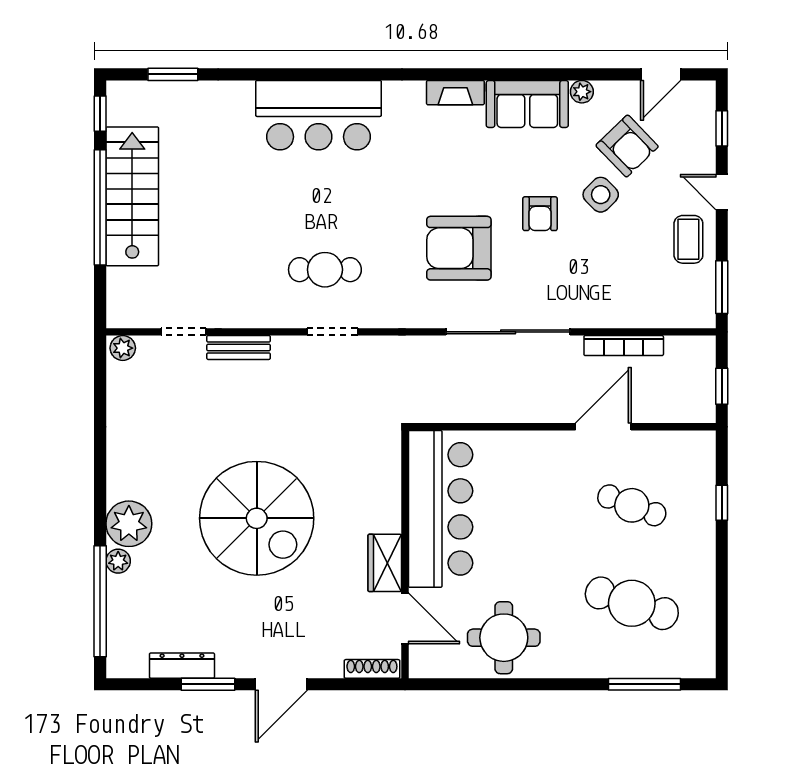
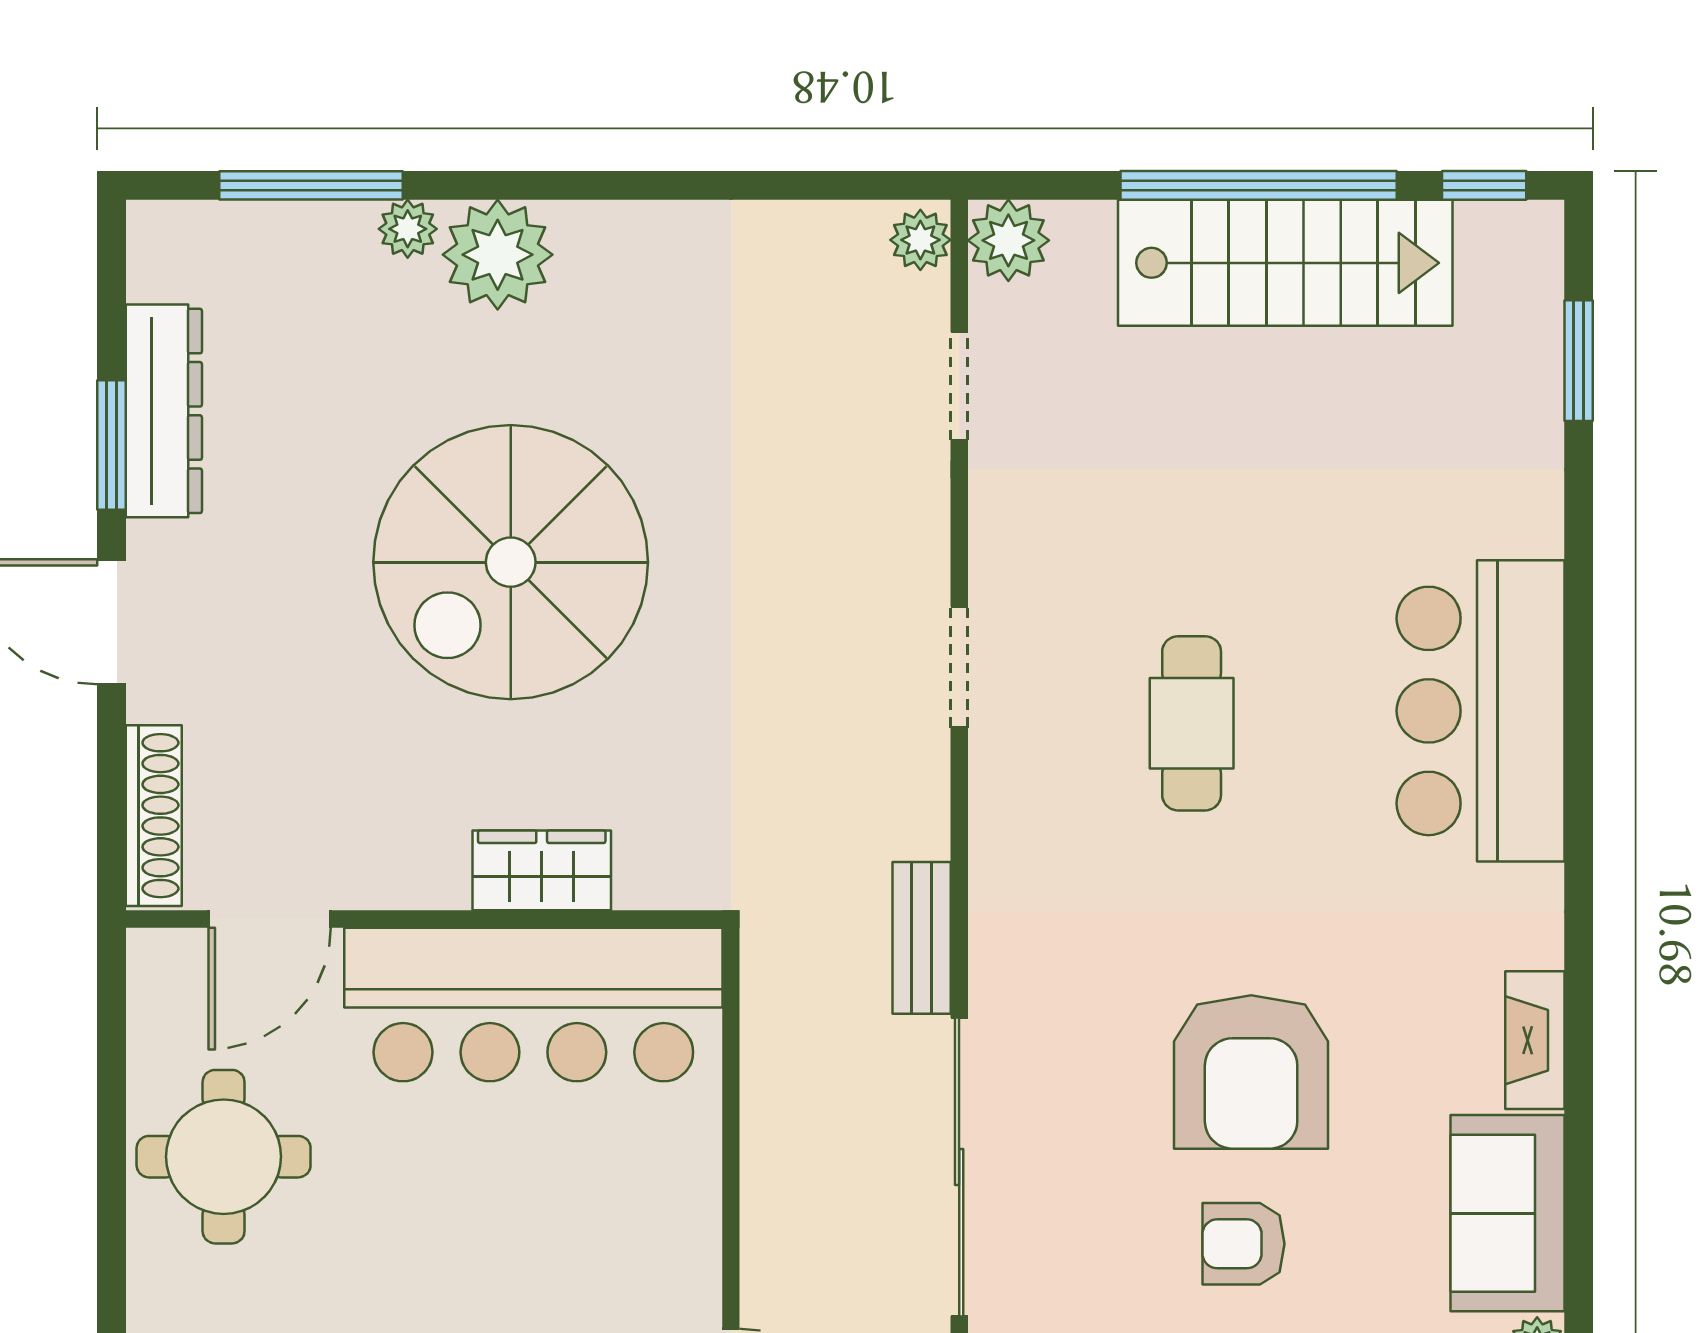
armchair: (459, 248) -> (1251, 1072), moved, turned 180
cafe table: (325, 270) -> (1192, 723), moved
plant: (123, 311) -> (1008, 240), added
doorway: (332, 332) -> (959, 667), moved
bench: (239, 347) -> (922, 938), moved
wardrobe: (385, 563) -> (542, 870), moved
window: (100, 601) -> (311, 185), width x0.68
dresser: (182, 666) -> (164, 411), width x1.37, depth x1.24
shoe rack: (372, 669) -> (154, 816), width x1.36, depth x1.24

